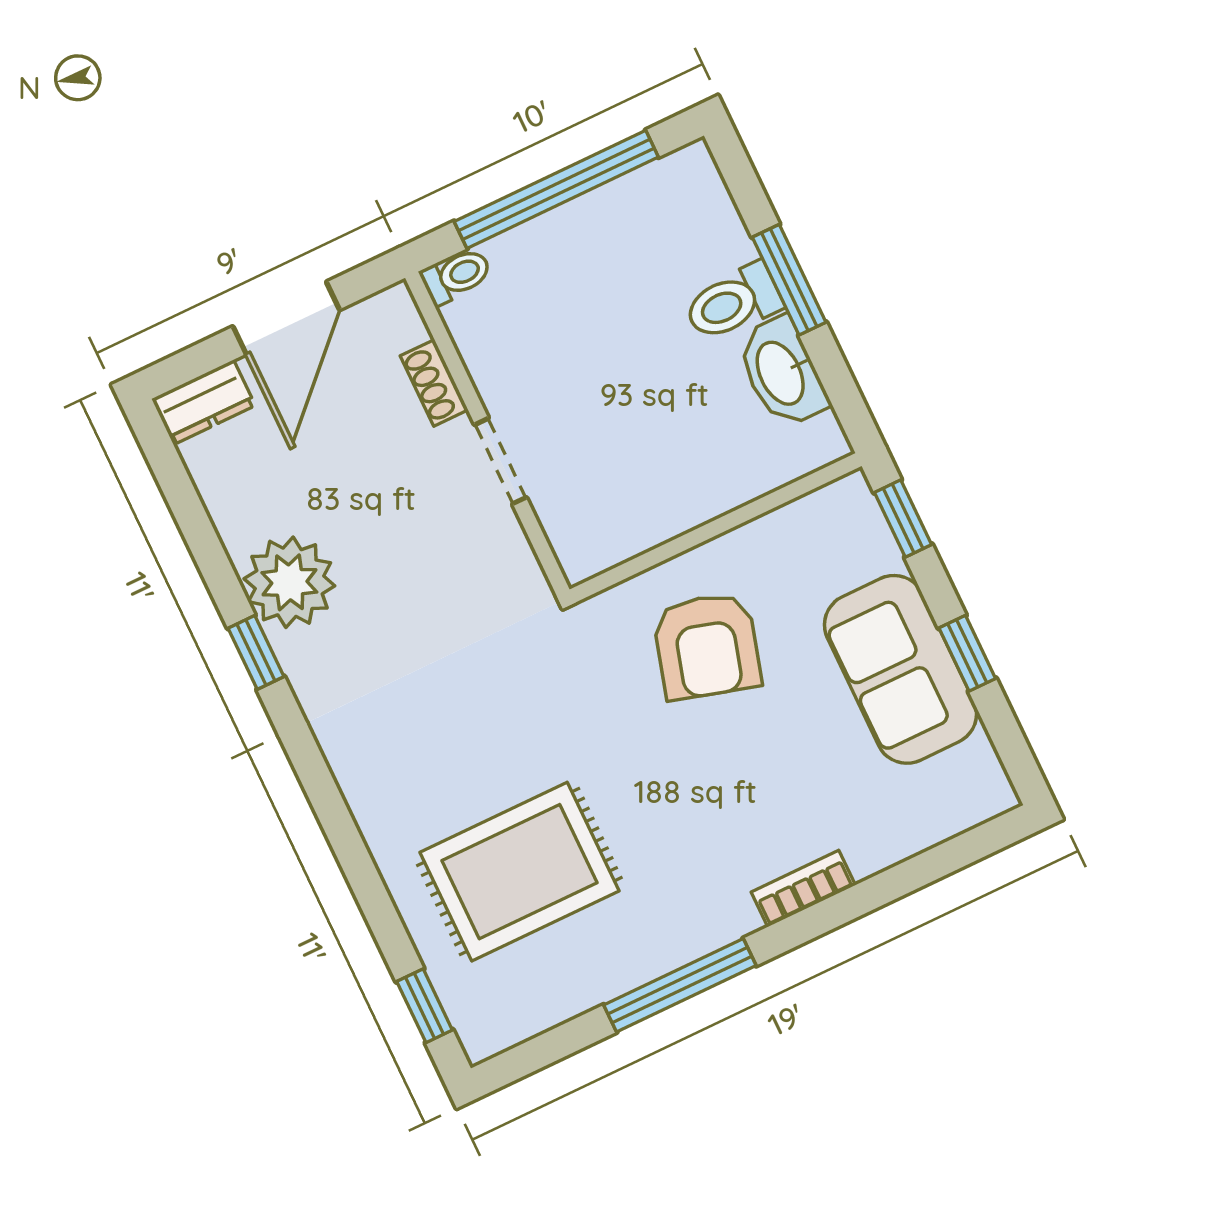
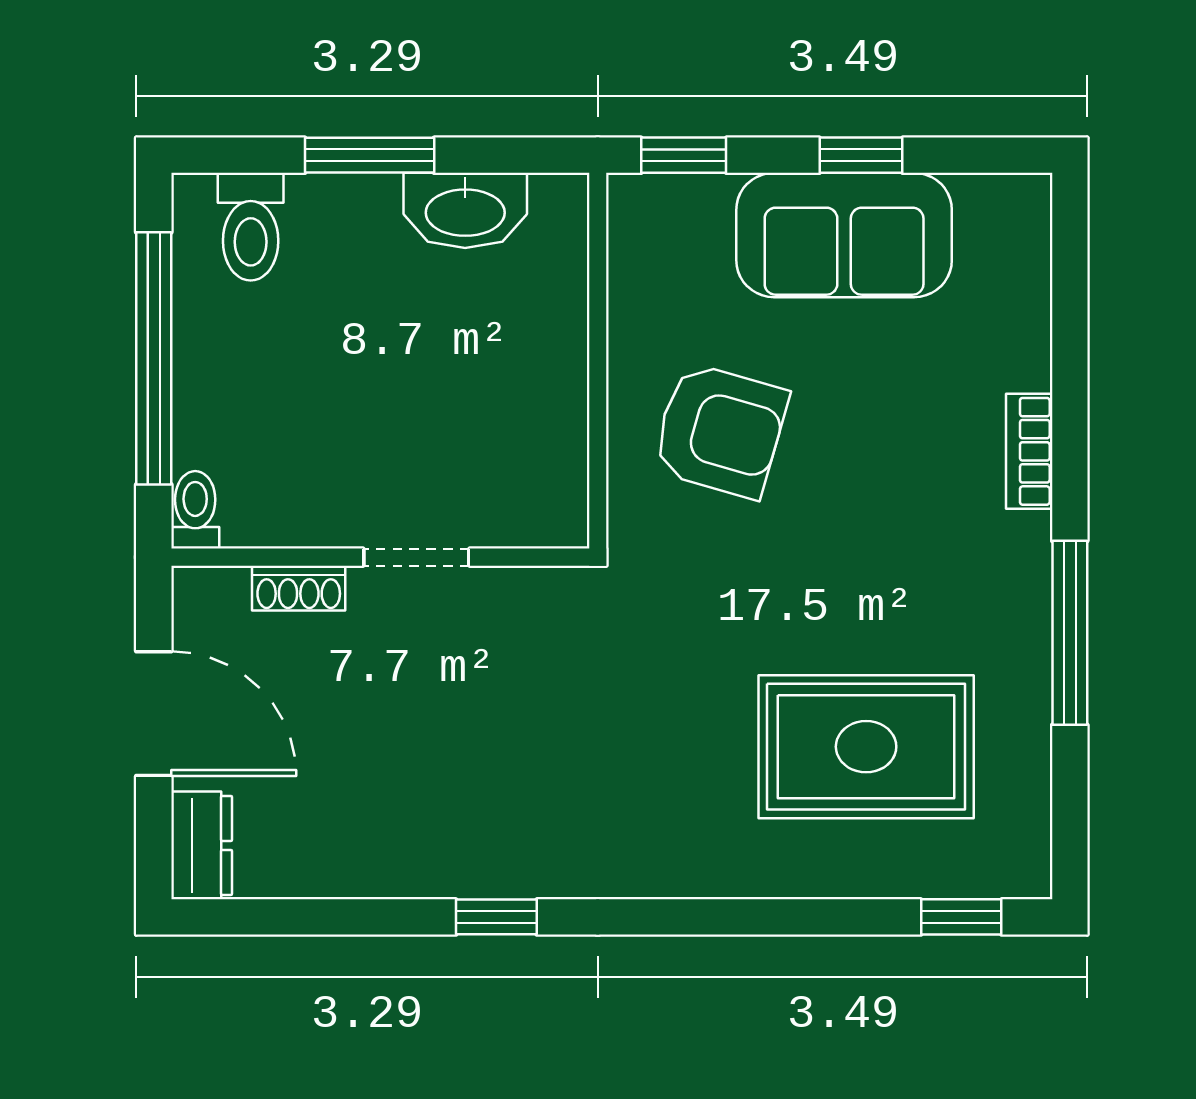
toilet: (733, 302) -> (251, 227), moved
plant: (289, 582) -> (438, 845), removed
rug: (519, 872) -> (866, 747), turned 90

